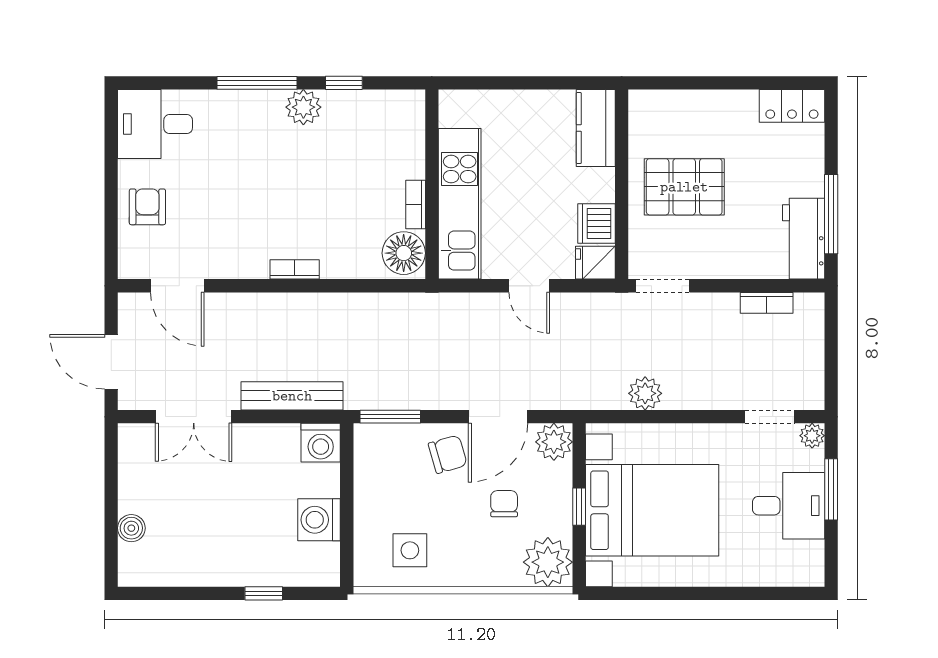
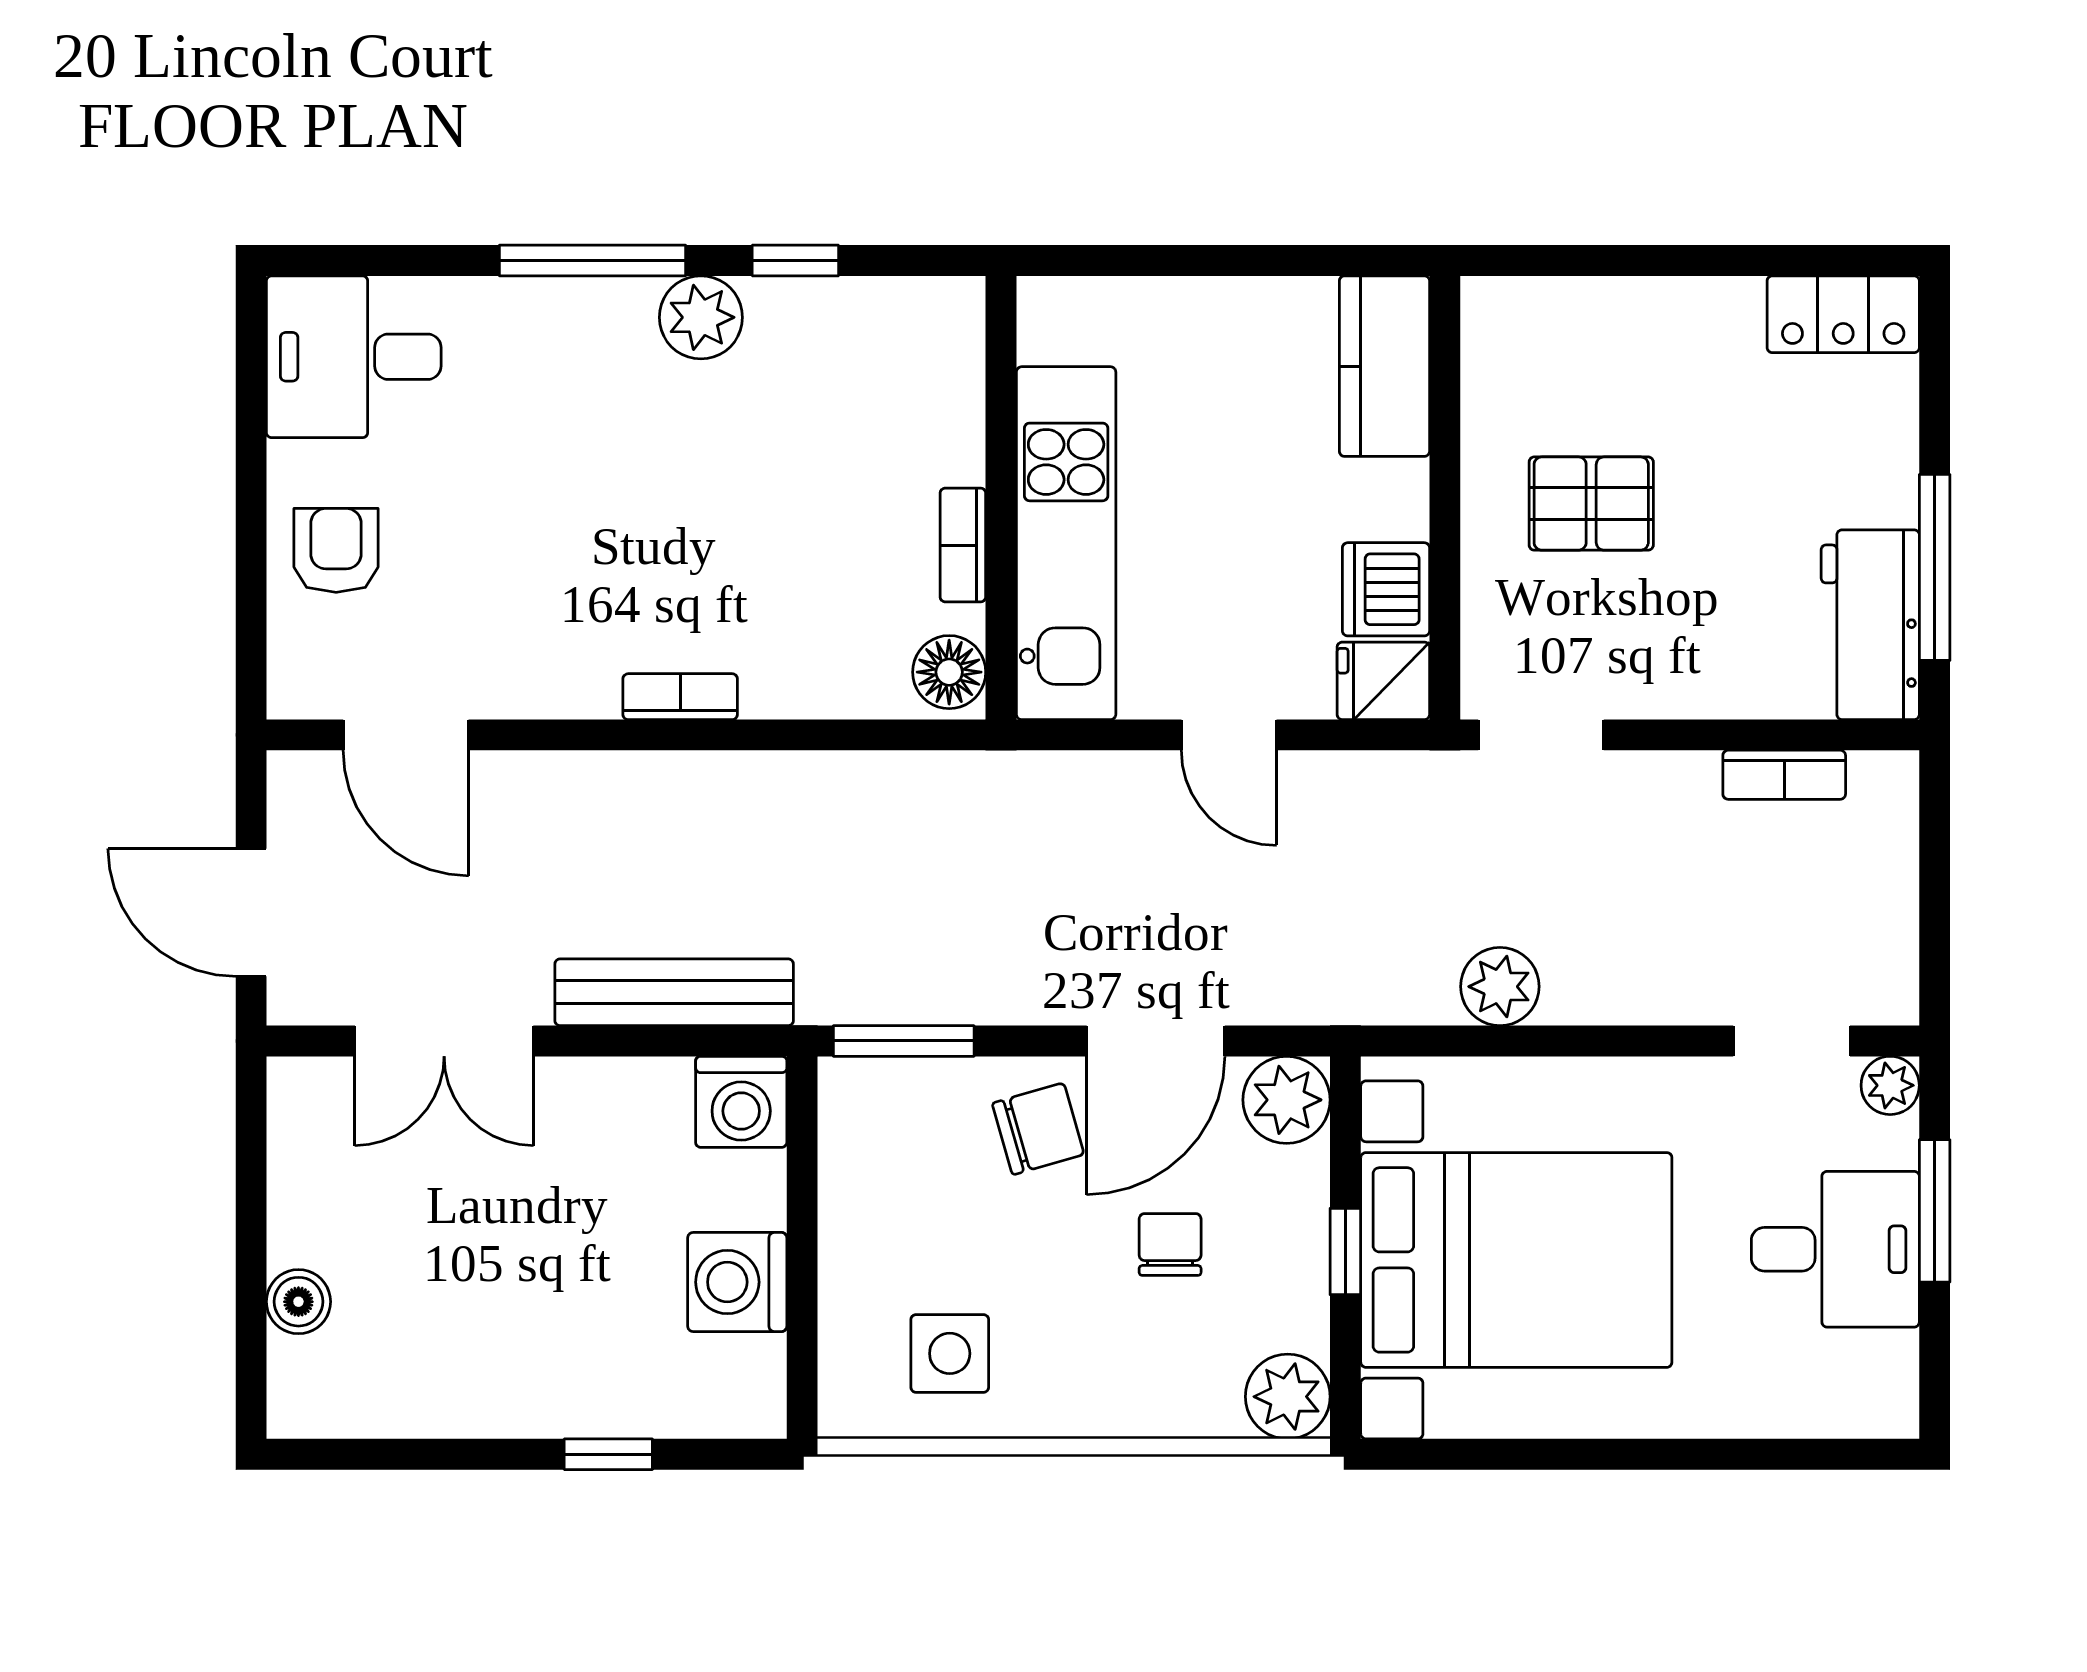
pallet: (684, 187) -> (1591, 504), width x0.67, depth x0.71
floor lamp: (404, 253) -> (949, 672), width x0.73, depth x0.73
plant: (548, 562) -> (1288, 1397), width x0.73, depth x0.73

